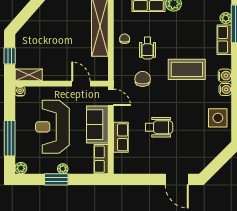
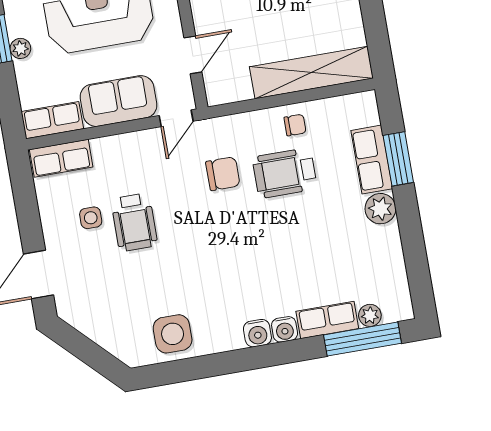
wheelchair: (148, 48) -> (285, 173), width x1.36, depth x1.37
coffee table: (187, 69) -> (257, 257), removed
water cooler: (225, 89) -> (285, 329), moved
row of seats: (121, 137) -> (61, 158), moved
side table: (153, 148) -> (91, 218), added

